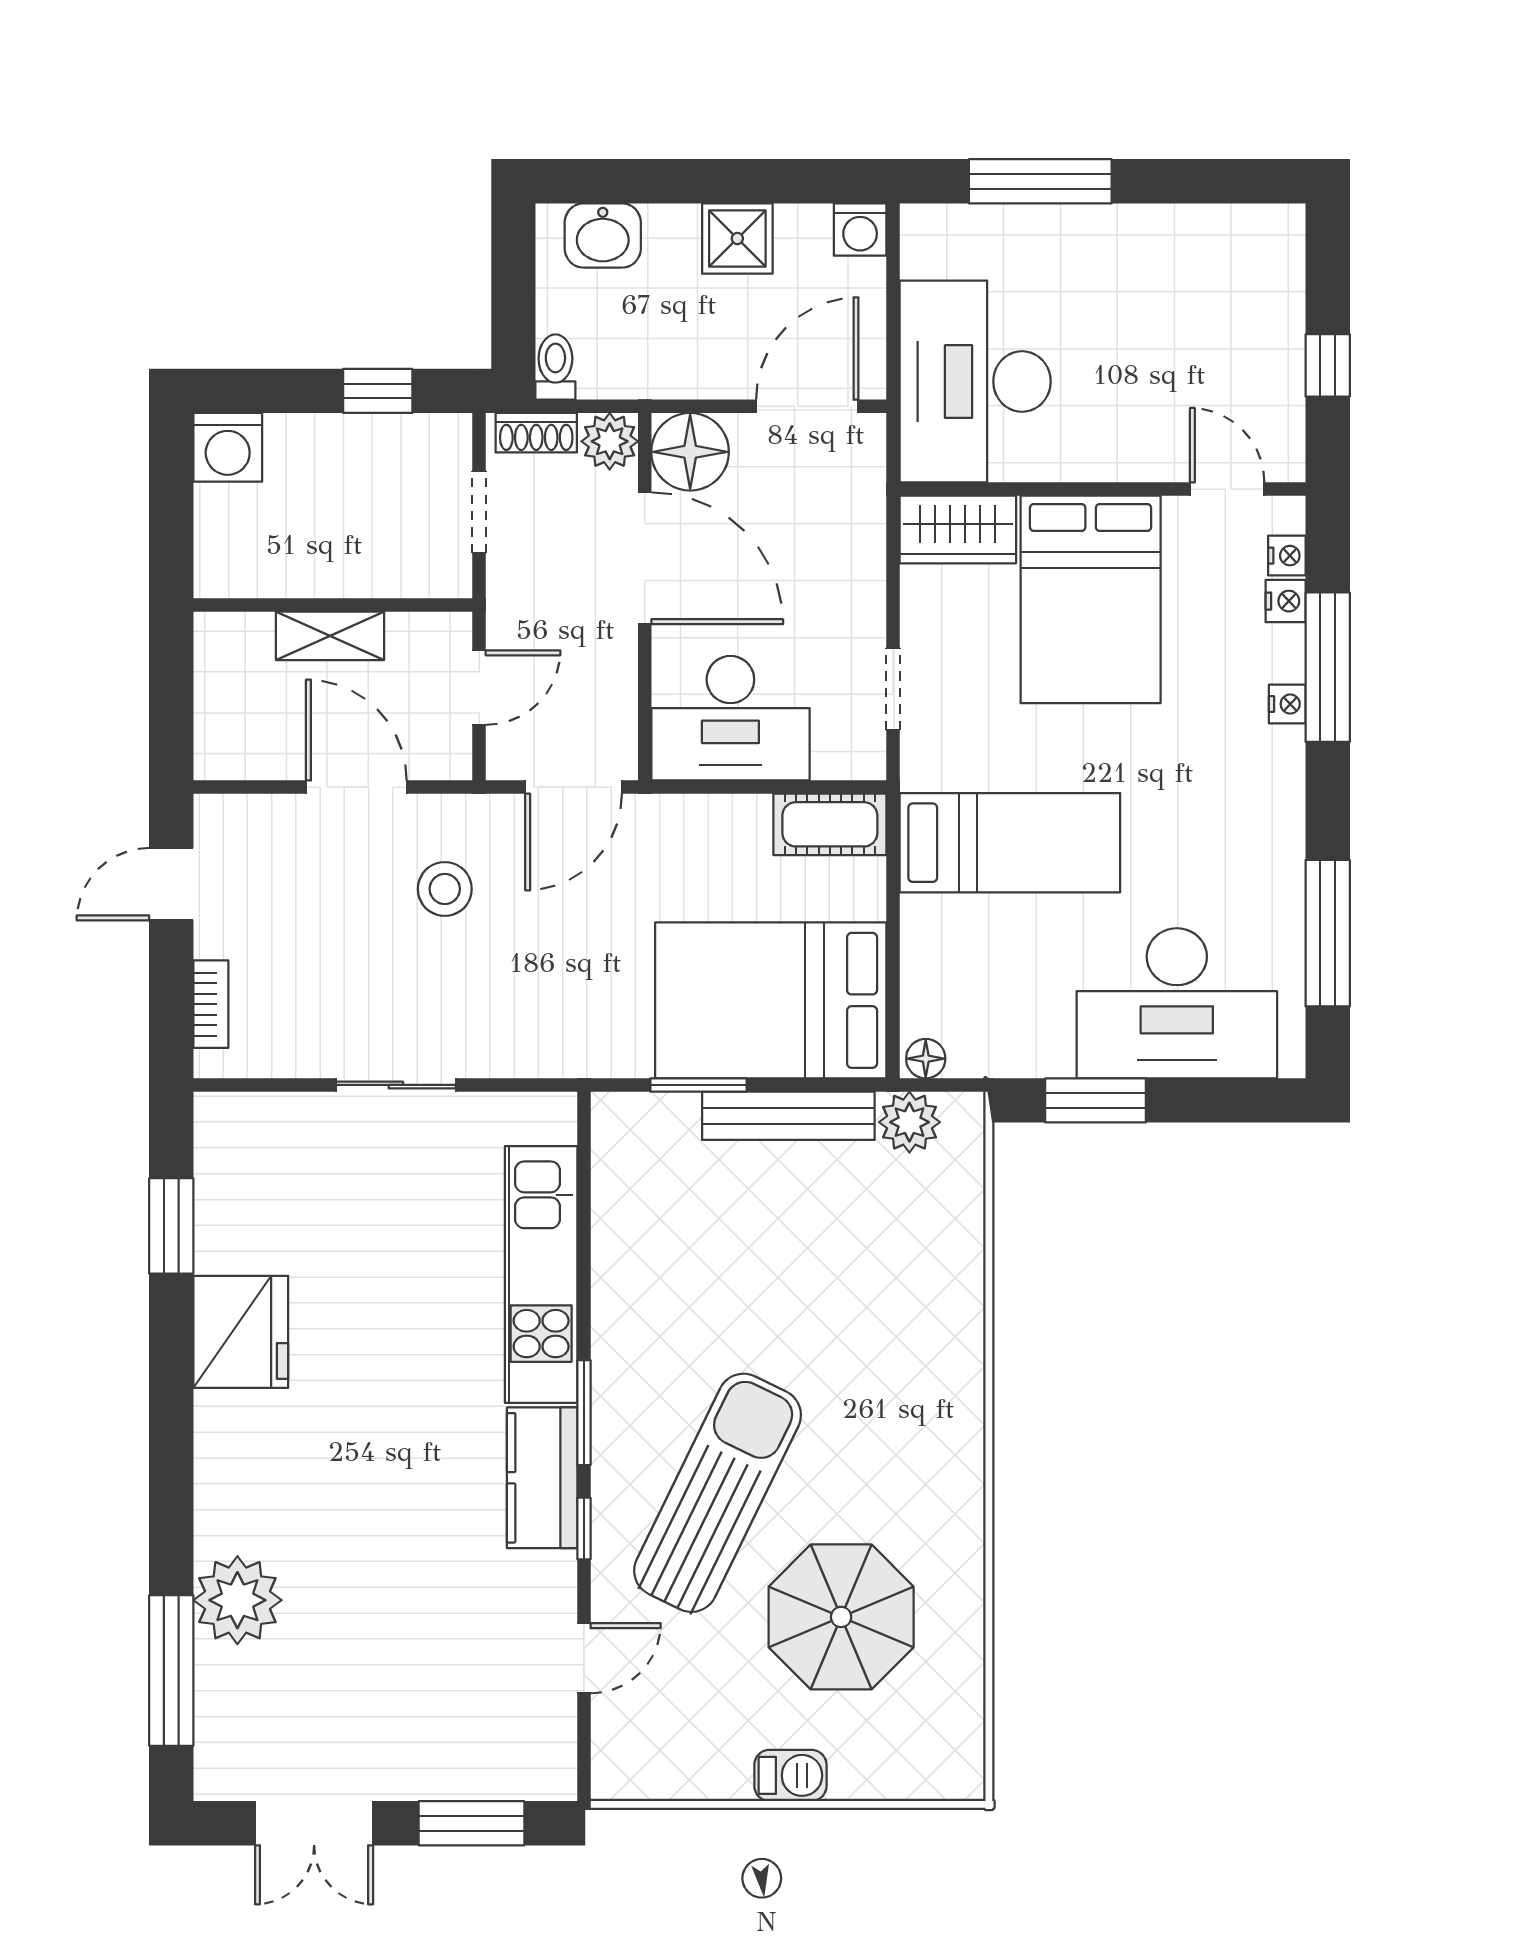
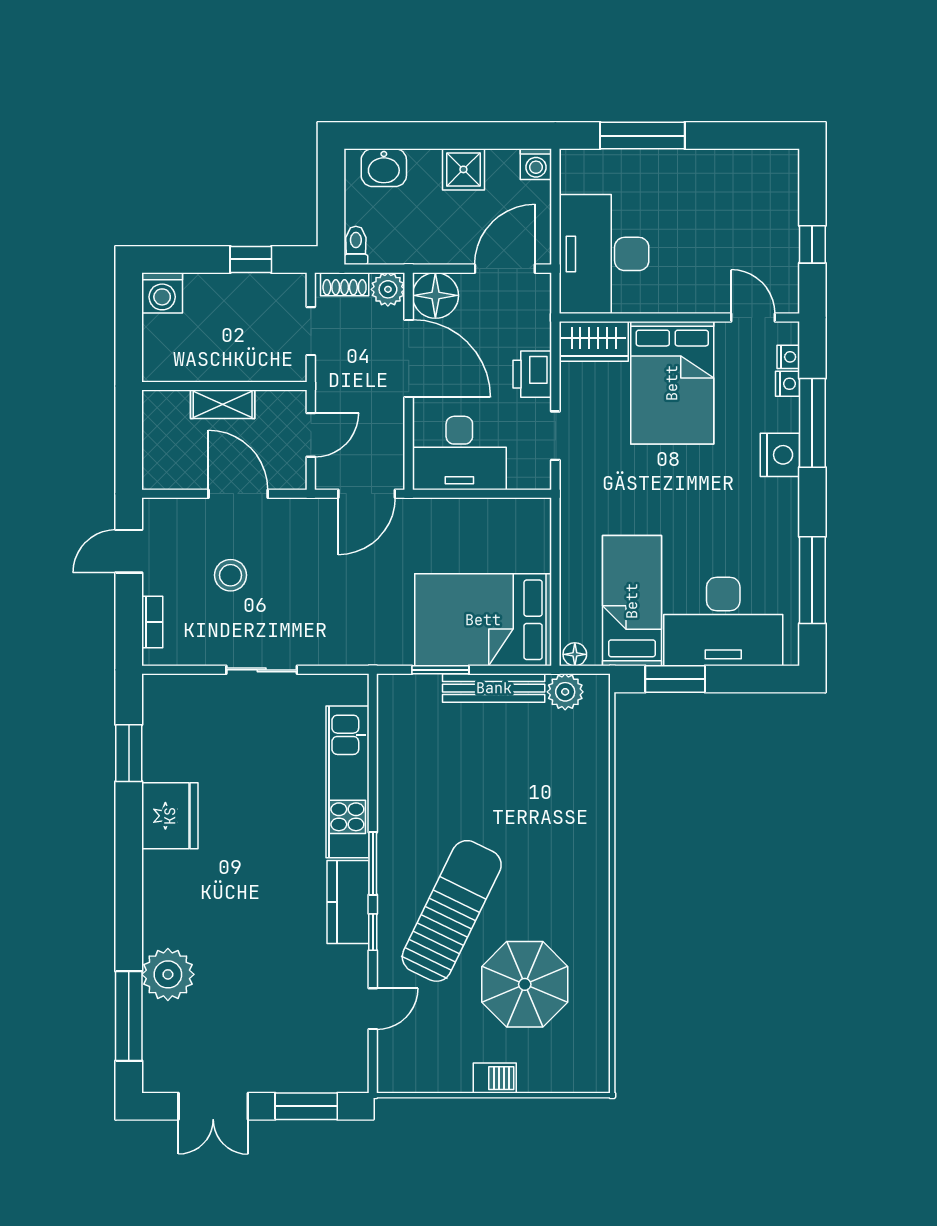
printer: (854, 585) -> (532, 374), added
nightstand: (1287, 704) -> (780, 455), width x1.89, depth x1.79
cot: (830, 824) -> (518, 516), removed
bed: (1010, 843) -> (632, 601), moved, turned -90
stool: (445, 889) -> (231, 575), moved

